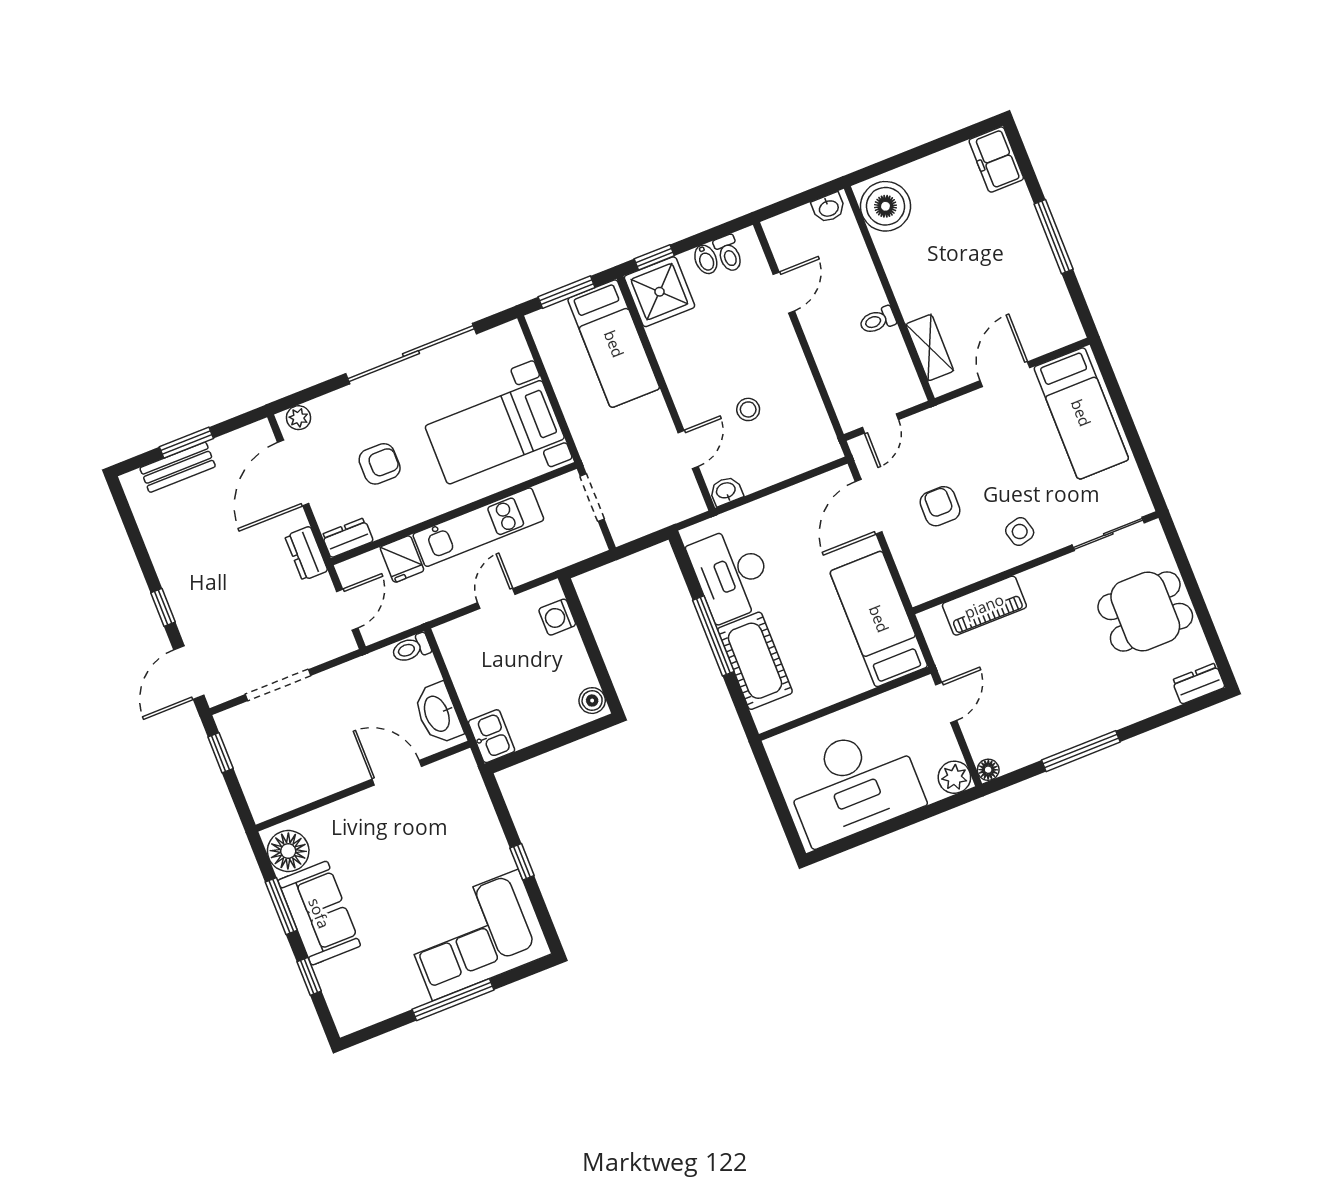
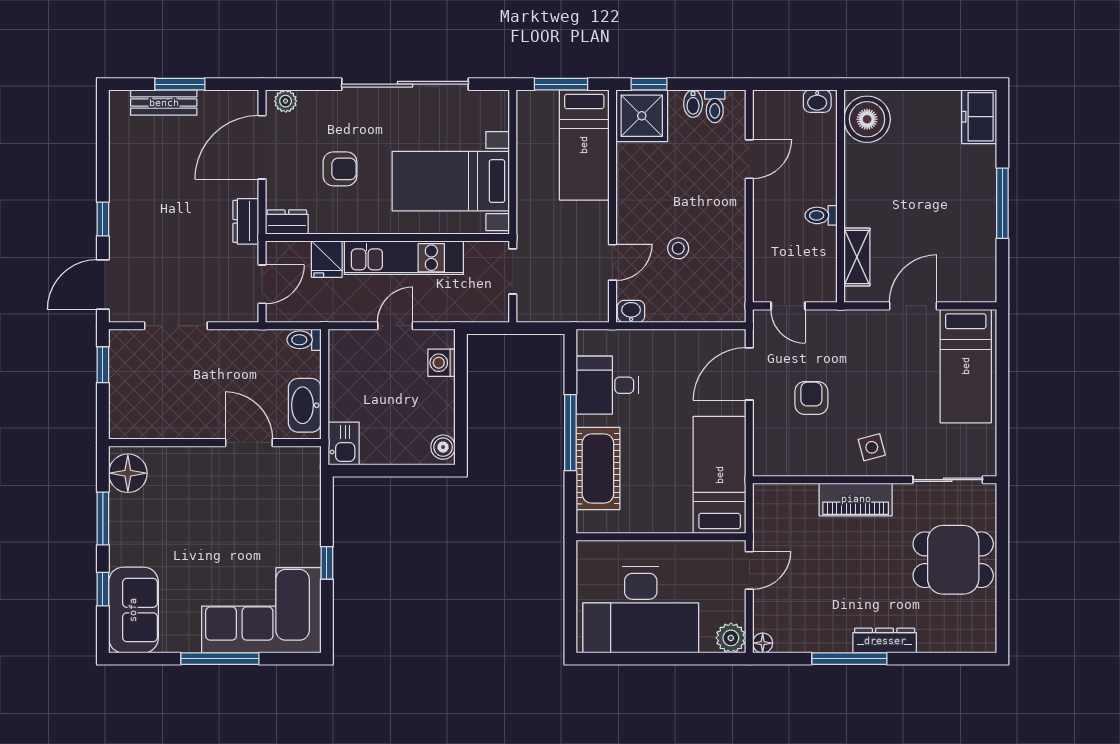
door: (880, 424) -> (788, 306), hinge flipped
desk: (731, 574) -> (607, 385), width x0.73
piano: (984, 606) -> (856, 499), moved
dresser: (1198, 684) -> (885, 641), moved, width x1.44
sofa: (319, 913) -> (133, 610), moved

